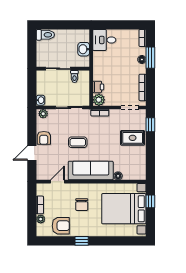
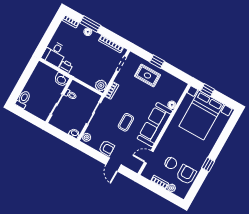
washbasin: (84, 49) -> (62, 80), moved
printer: (98, 87) -> (66, 67), moved
window: (150, 125) -> (157, 62), moved
rug: (133, 138) -> (147, 75), turned 90
door: (58, 182) -> (149, 157), hinge flipped
chair: (82, 205) -> (171, 163), moved

